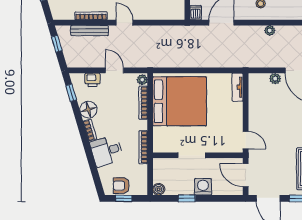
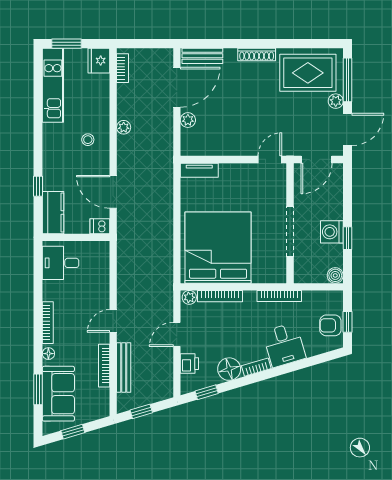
doorway: (192, 155) -> (290, 231), width x1.36
armchair: (121, 186) -> (330, 325), turned 90
washing machine: (203, 187) -> (332, 232), moved
plant: (289, 190) -> (336, 101), added

